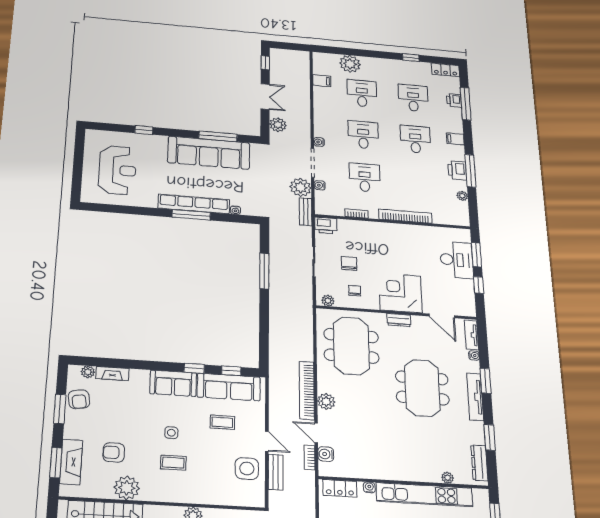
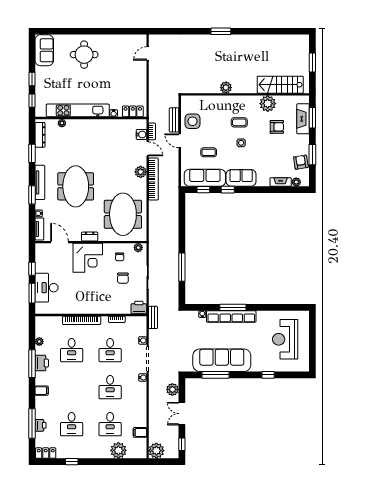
desk: (415, 139) -> (72, 350), moved
plant: (301, 187) -> (156, 451), moved

